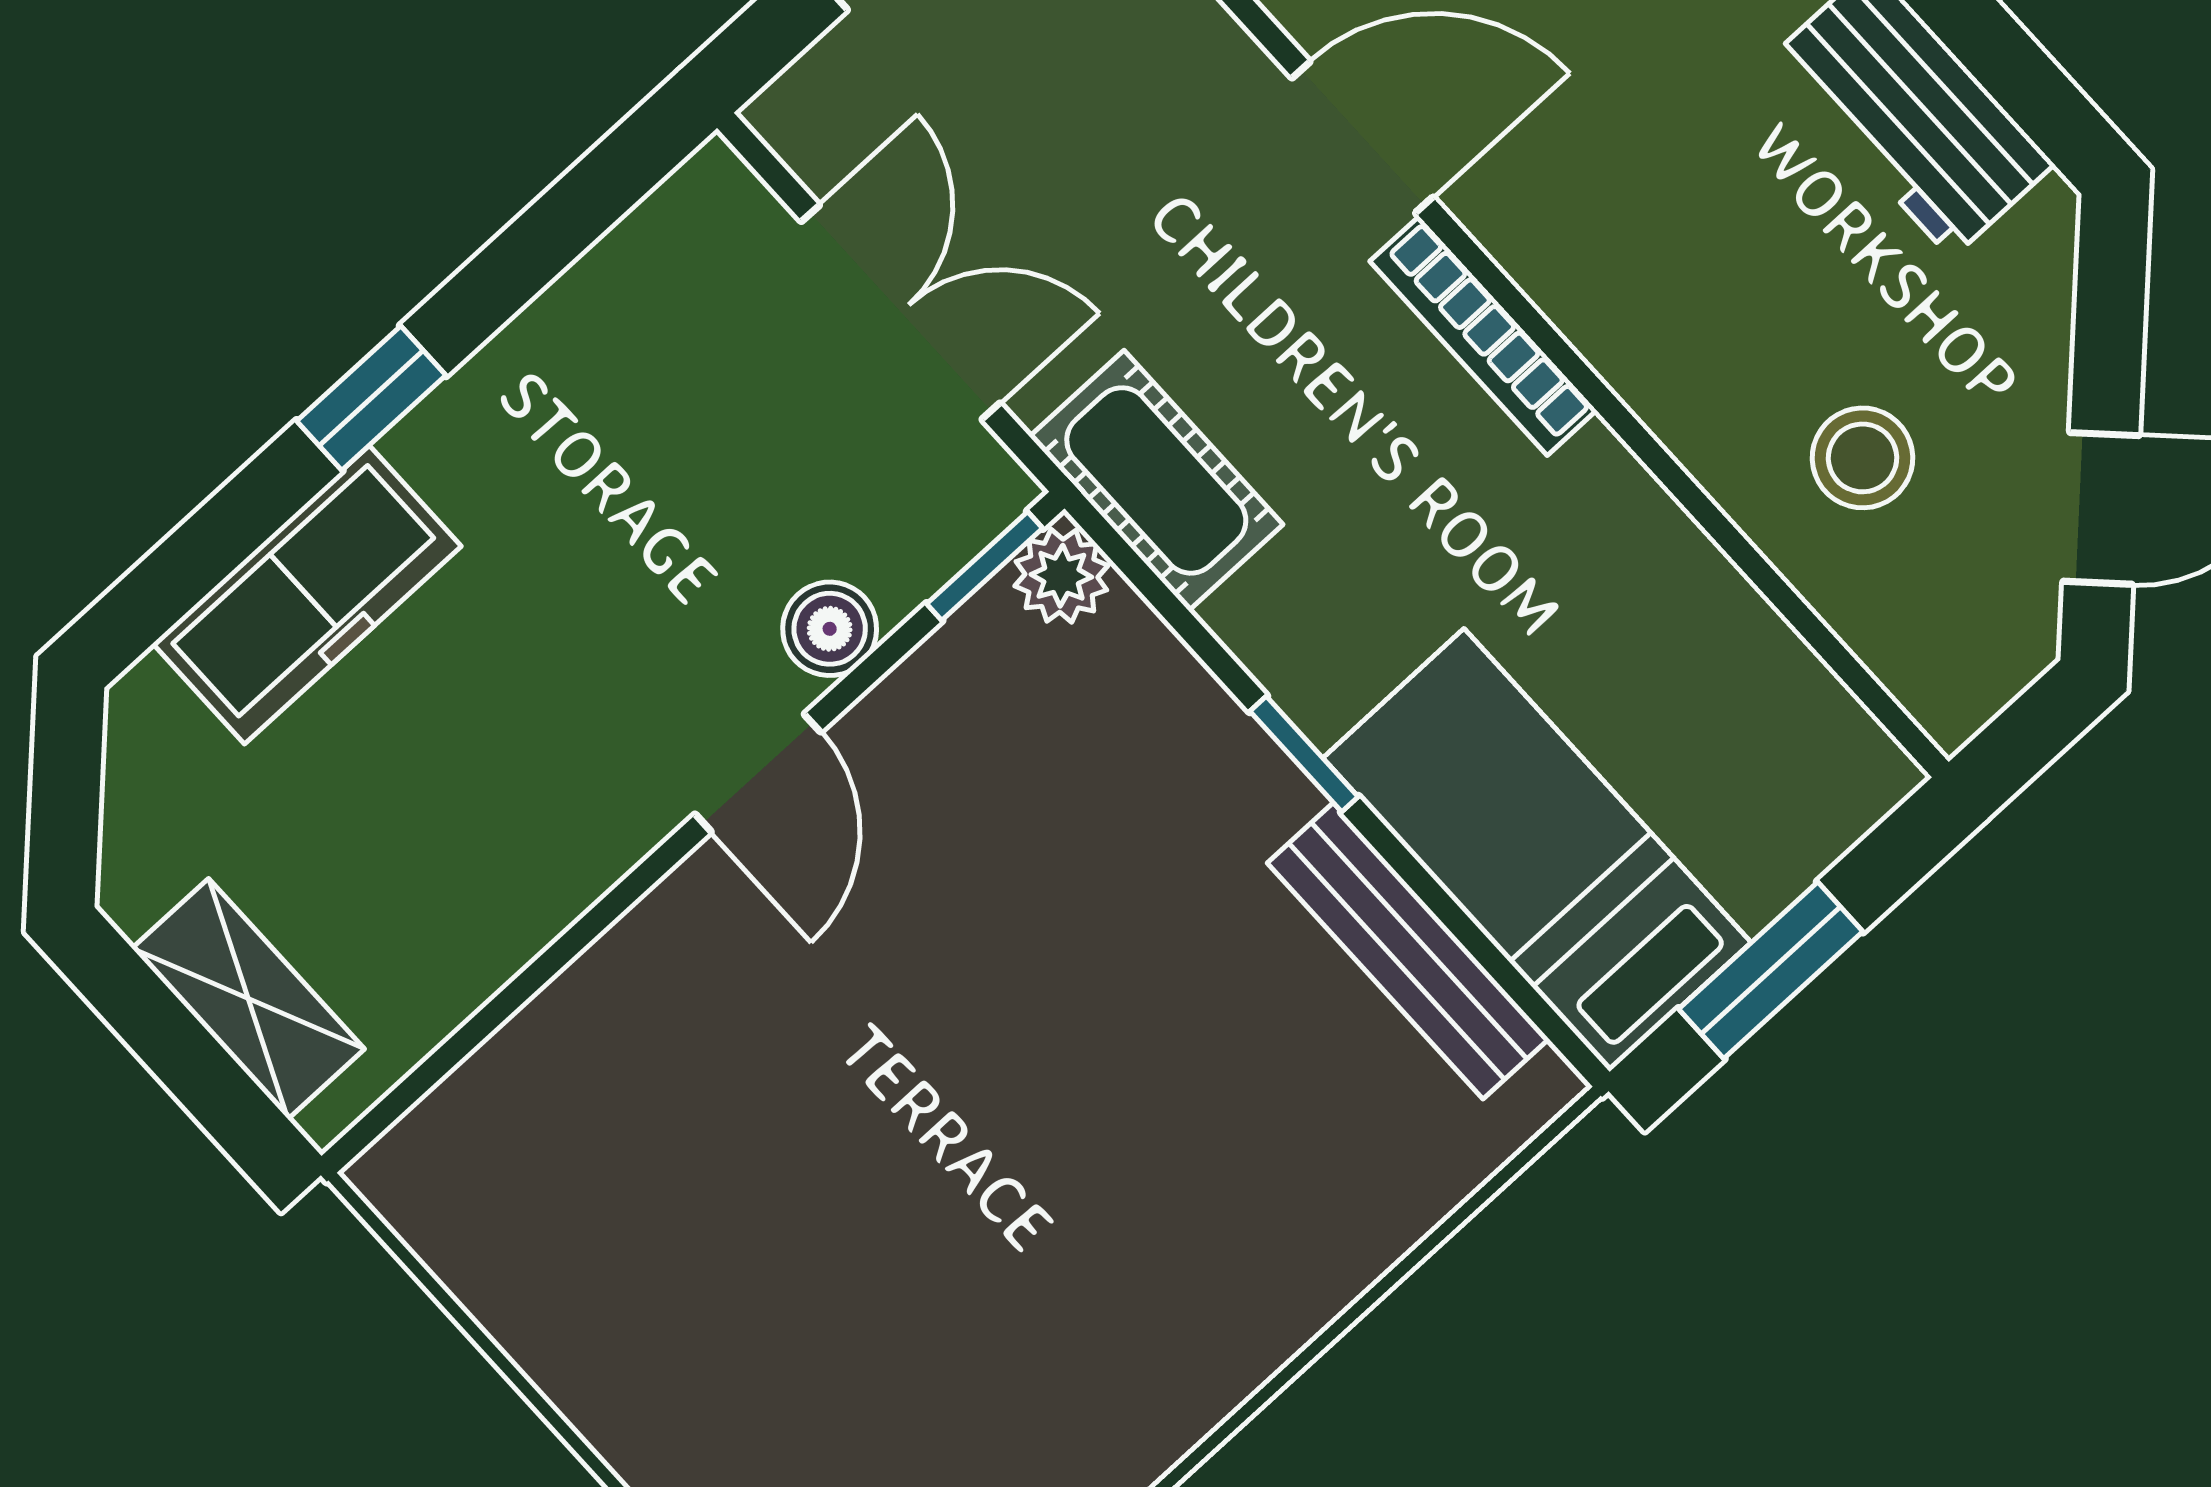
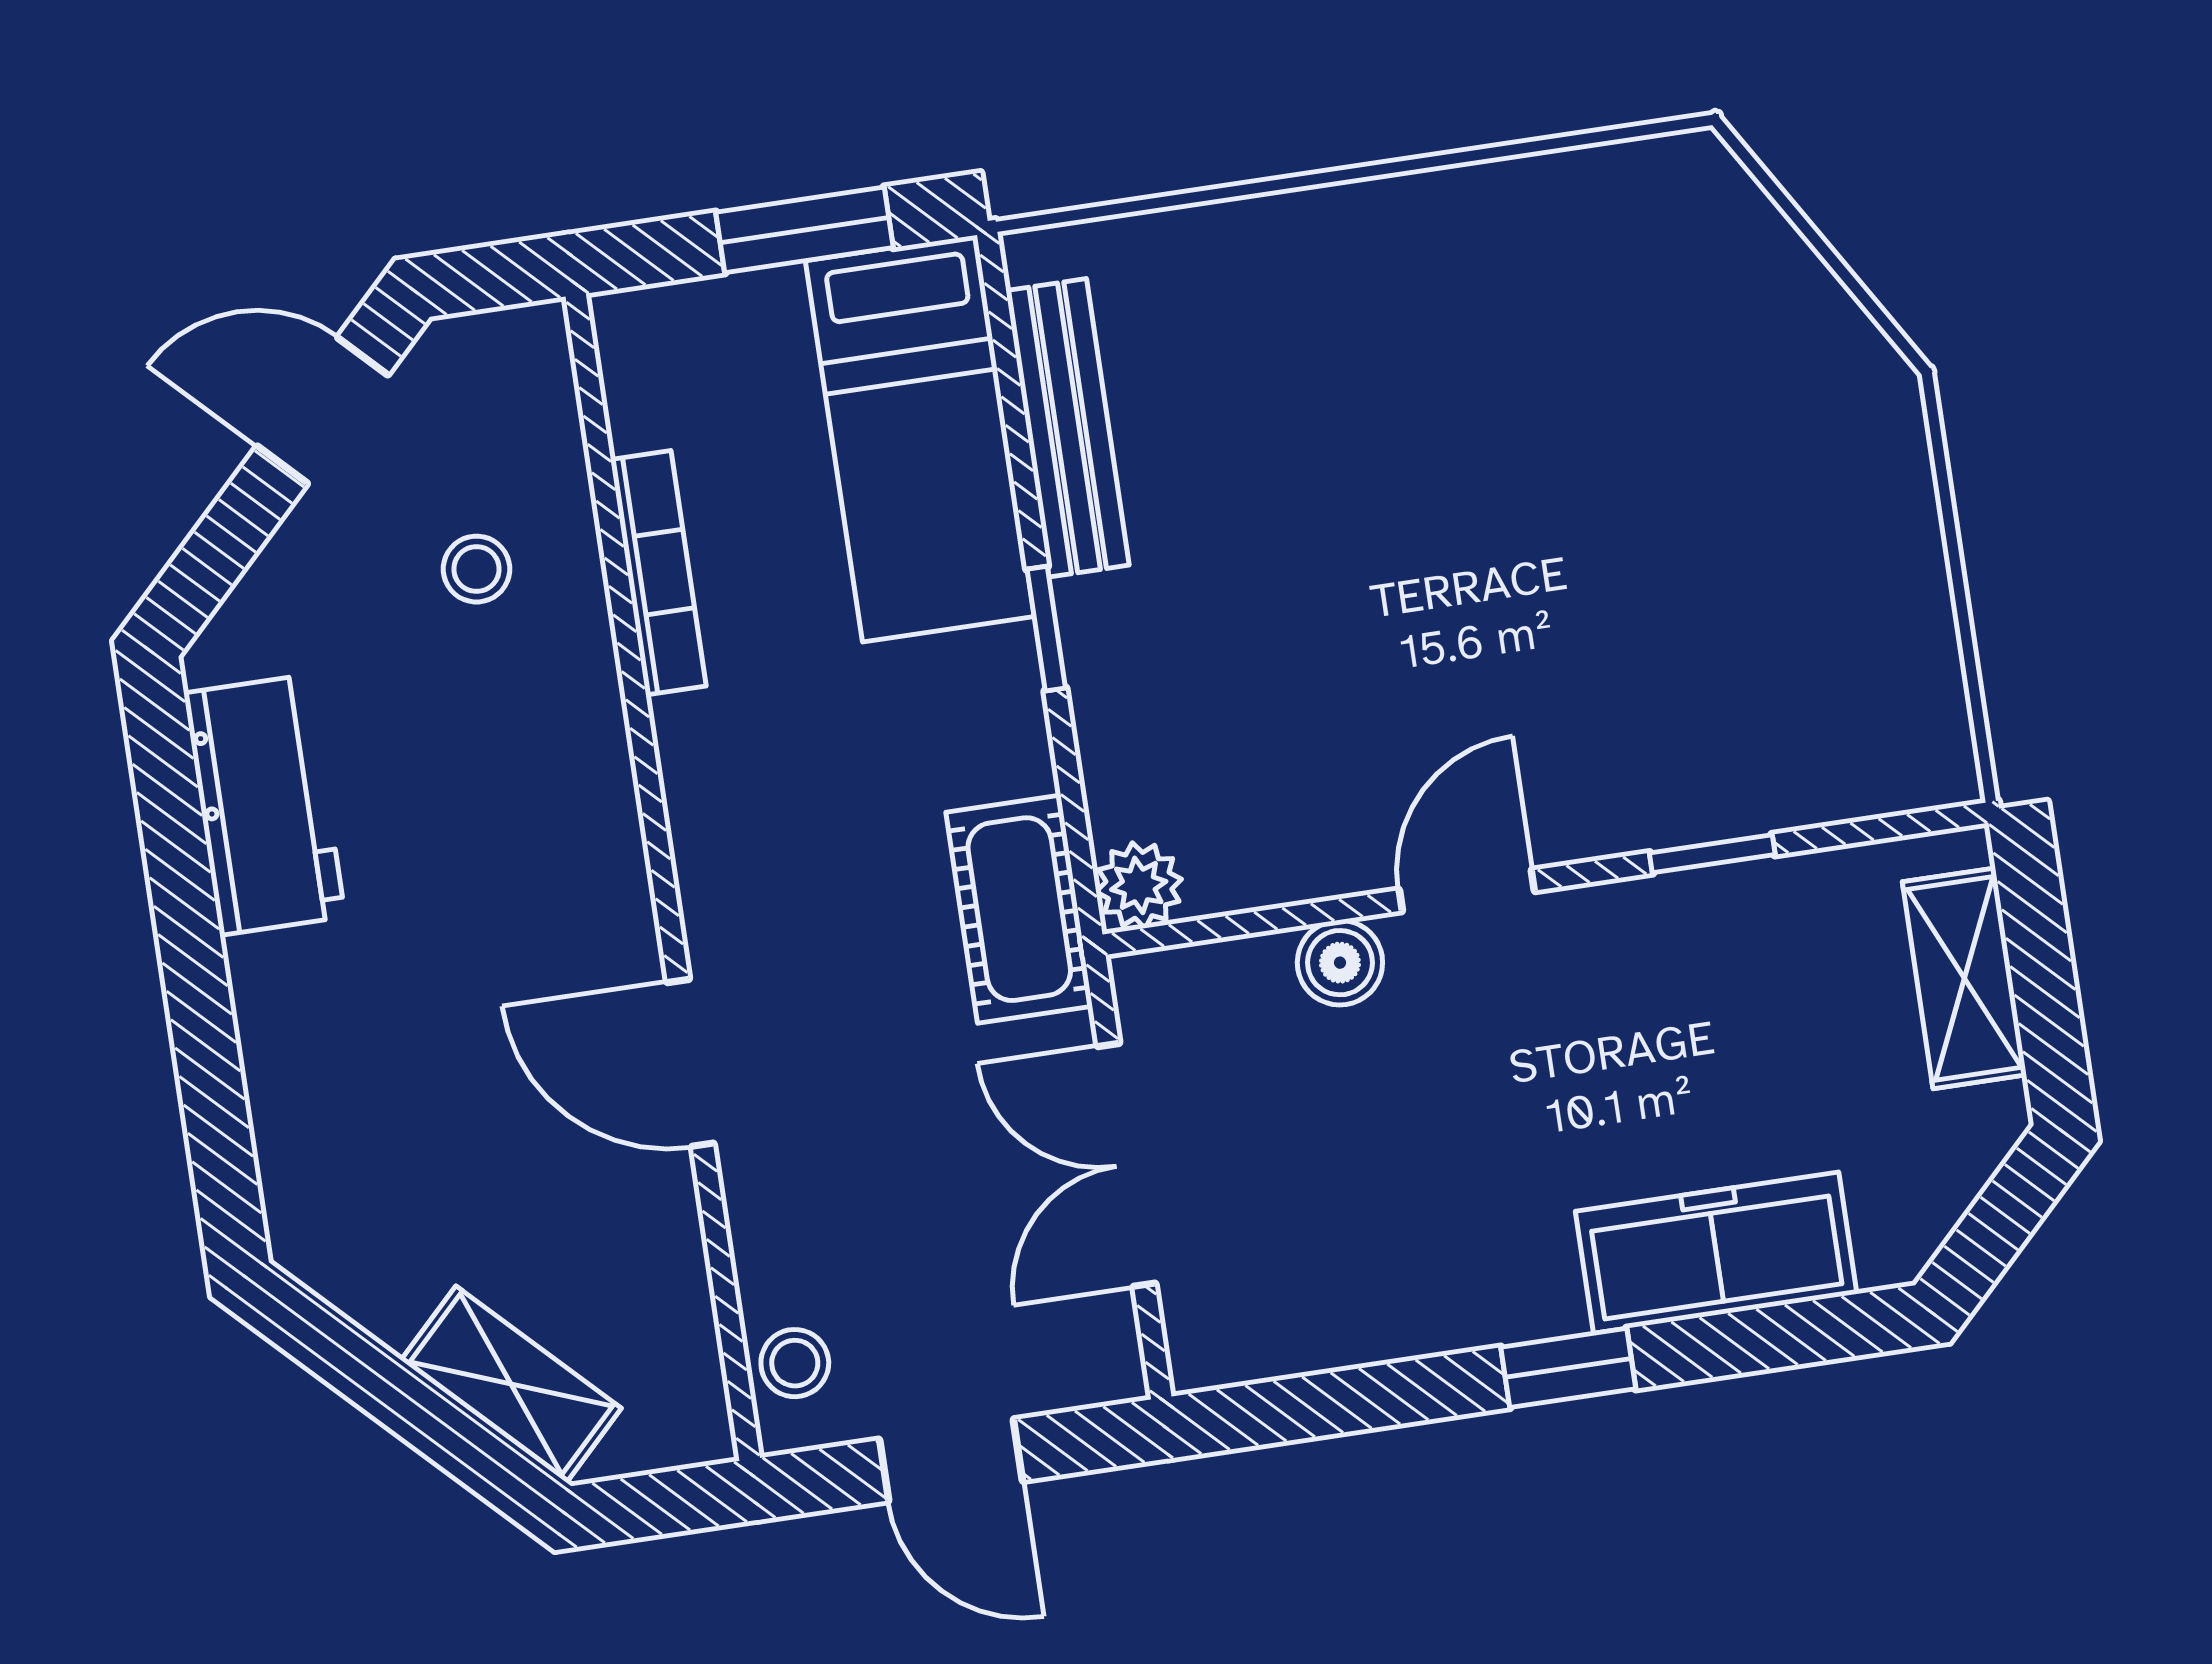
bookcase: (1483, 336) -> (658, 573), moved
stool: (1863, 458) -> (476, 569), width x0.73, depth x0.73
window: (985, 566) -> (1712, 854), moved

